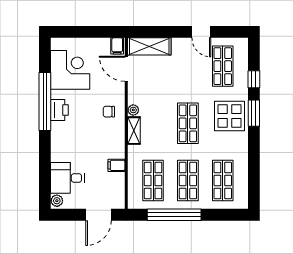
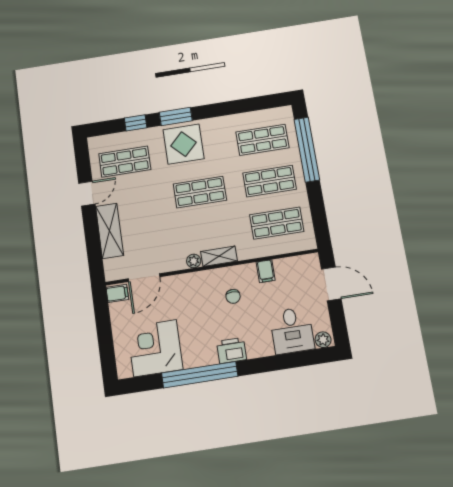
shelving: (149, 46) -> (110, 231), moved
printer: (59, 110) -> (231, 350), moved
chair: (109, 112) -> (233, 296), moved
window: (174, 215) -> (307, 149), moved

